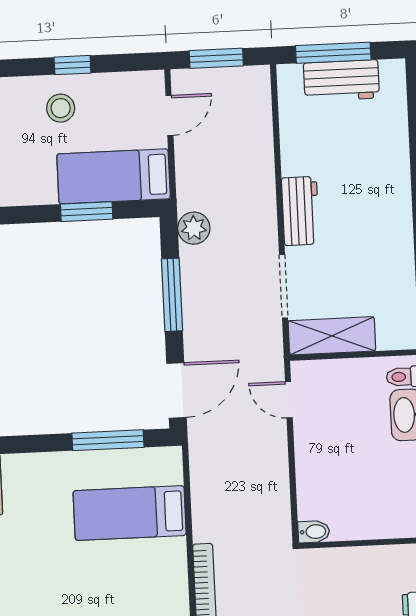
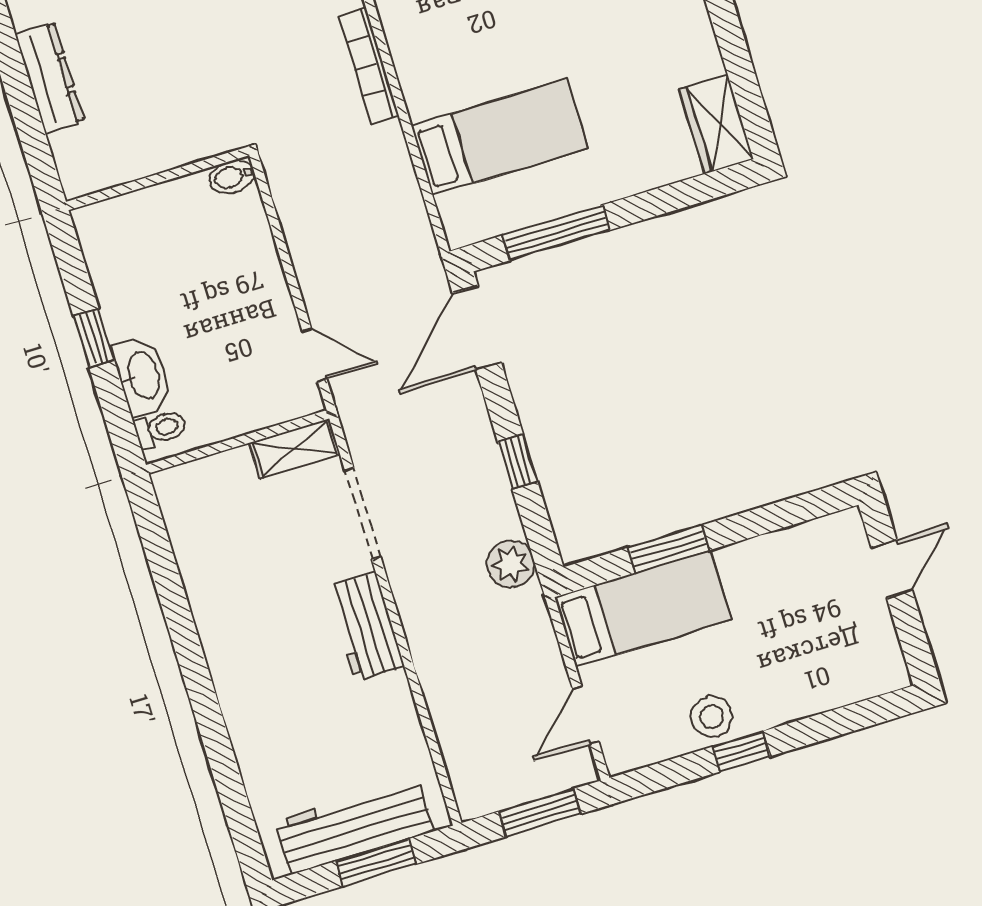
window: (333, 53) -> (376, 862), width x0.69
workbench: (341, 80) -> (354, 826), width x1.38
stool: (61, 108) -> (712, 717), moved
window: (172, 295) -> (518, 462), width x0.46
shelving: (332, 336) -> (295, 449), width x0.67, depth x0.75

